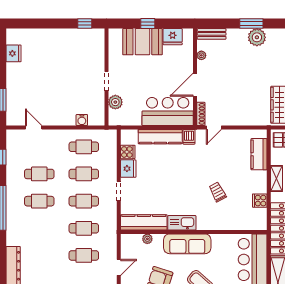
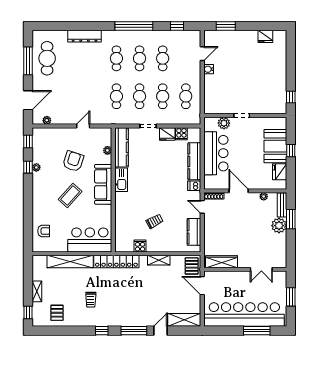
window: (251, 24) -> (291, 219), moved
plant: (257, 37) -> (279, 226), moved
bar counter: (168, 111) -> (216, 153), moved
water cooler: (82, 120) -> (209, 69), moved
kitchen counter: (259, 154) -> (194, 232), moved, turned -90
trolley: (218, 192) -> (155, 221), moved
cafe table: (84, 255) -> (116, 58), moved
door: (119, 267) -> (83, 126), swing flipped

